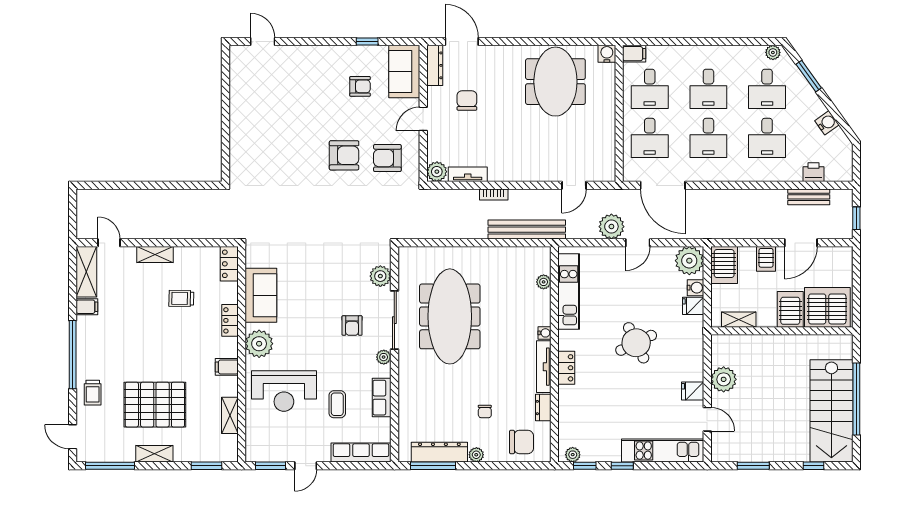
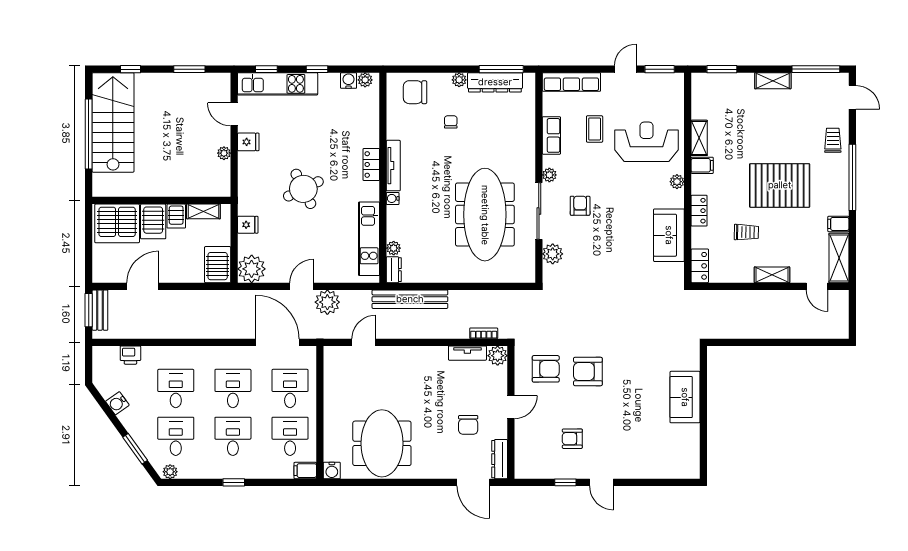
door: (263, 41) -> (601, 482), moved
window: (708, 41) -> (234, 482), added
sofa: (404, 72) -> (685, 397), moved, turned 180
bookcase: (494, 195) -> (484, 333), moved
bench: (809, 197) -> (100, 310), moved, turned 90
window: (856, 218) -> (89, 310), width x1.50
server rack: (766, 259) -> (176, 216), moved, turned 180
water cooler: (695, 288) -> (349, 81), moved, turned 90
plant: (259, 344) -> (677, 182), width x0.53, depth x0.53
plant: (724, 379) -> (224, 153), width x0.53, depth x0.53
pallet: (155, 405) -> (780, 185), moved
dresser: (543, 408) -> (394, 270), moved
shelving: (230, 415) -> (699, 138), moved
window: (585, 466) -> (266, 69), moved

